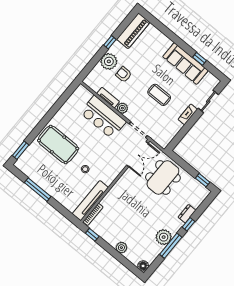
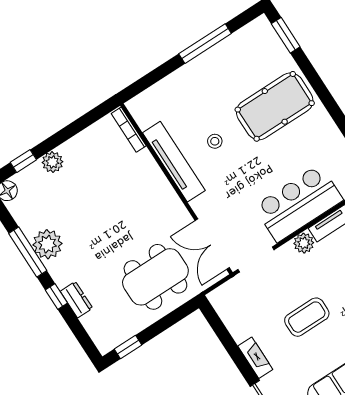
dining table: (163, 177) -> (155, 277), turned 90
tv unit: (90, 201) -> (174, 162), moved
window: (92, 235) -> (23, 161), moved

